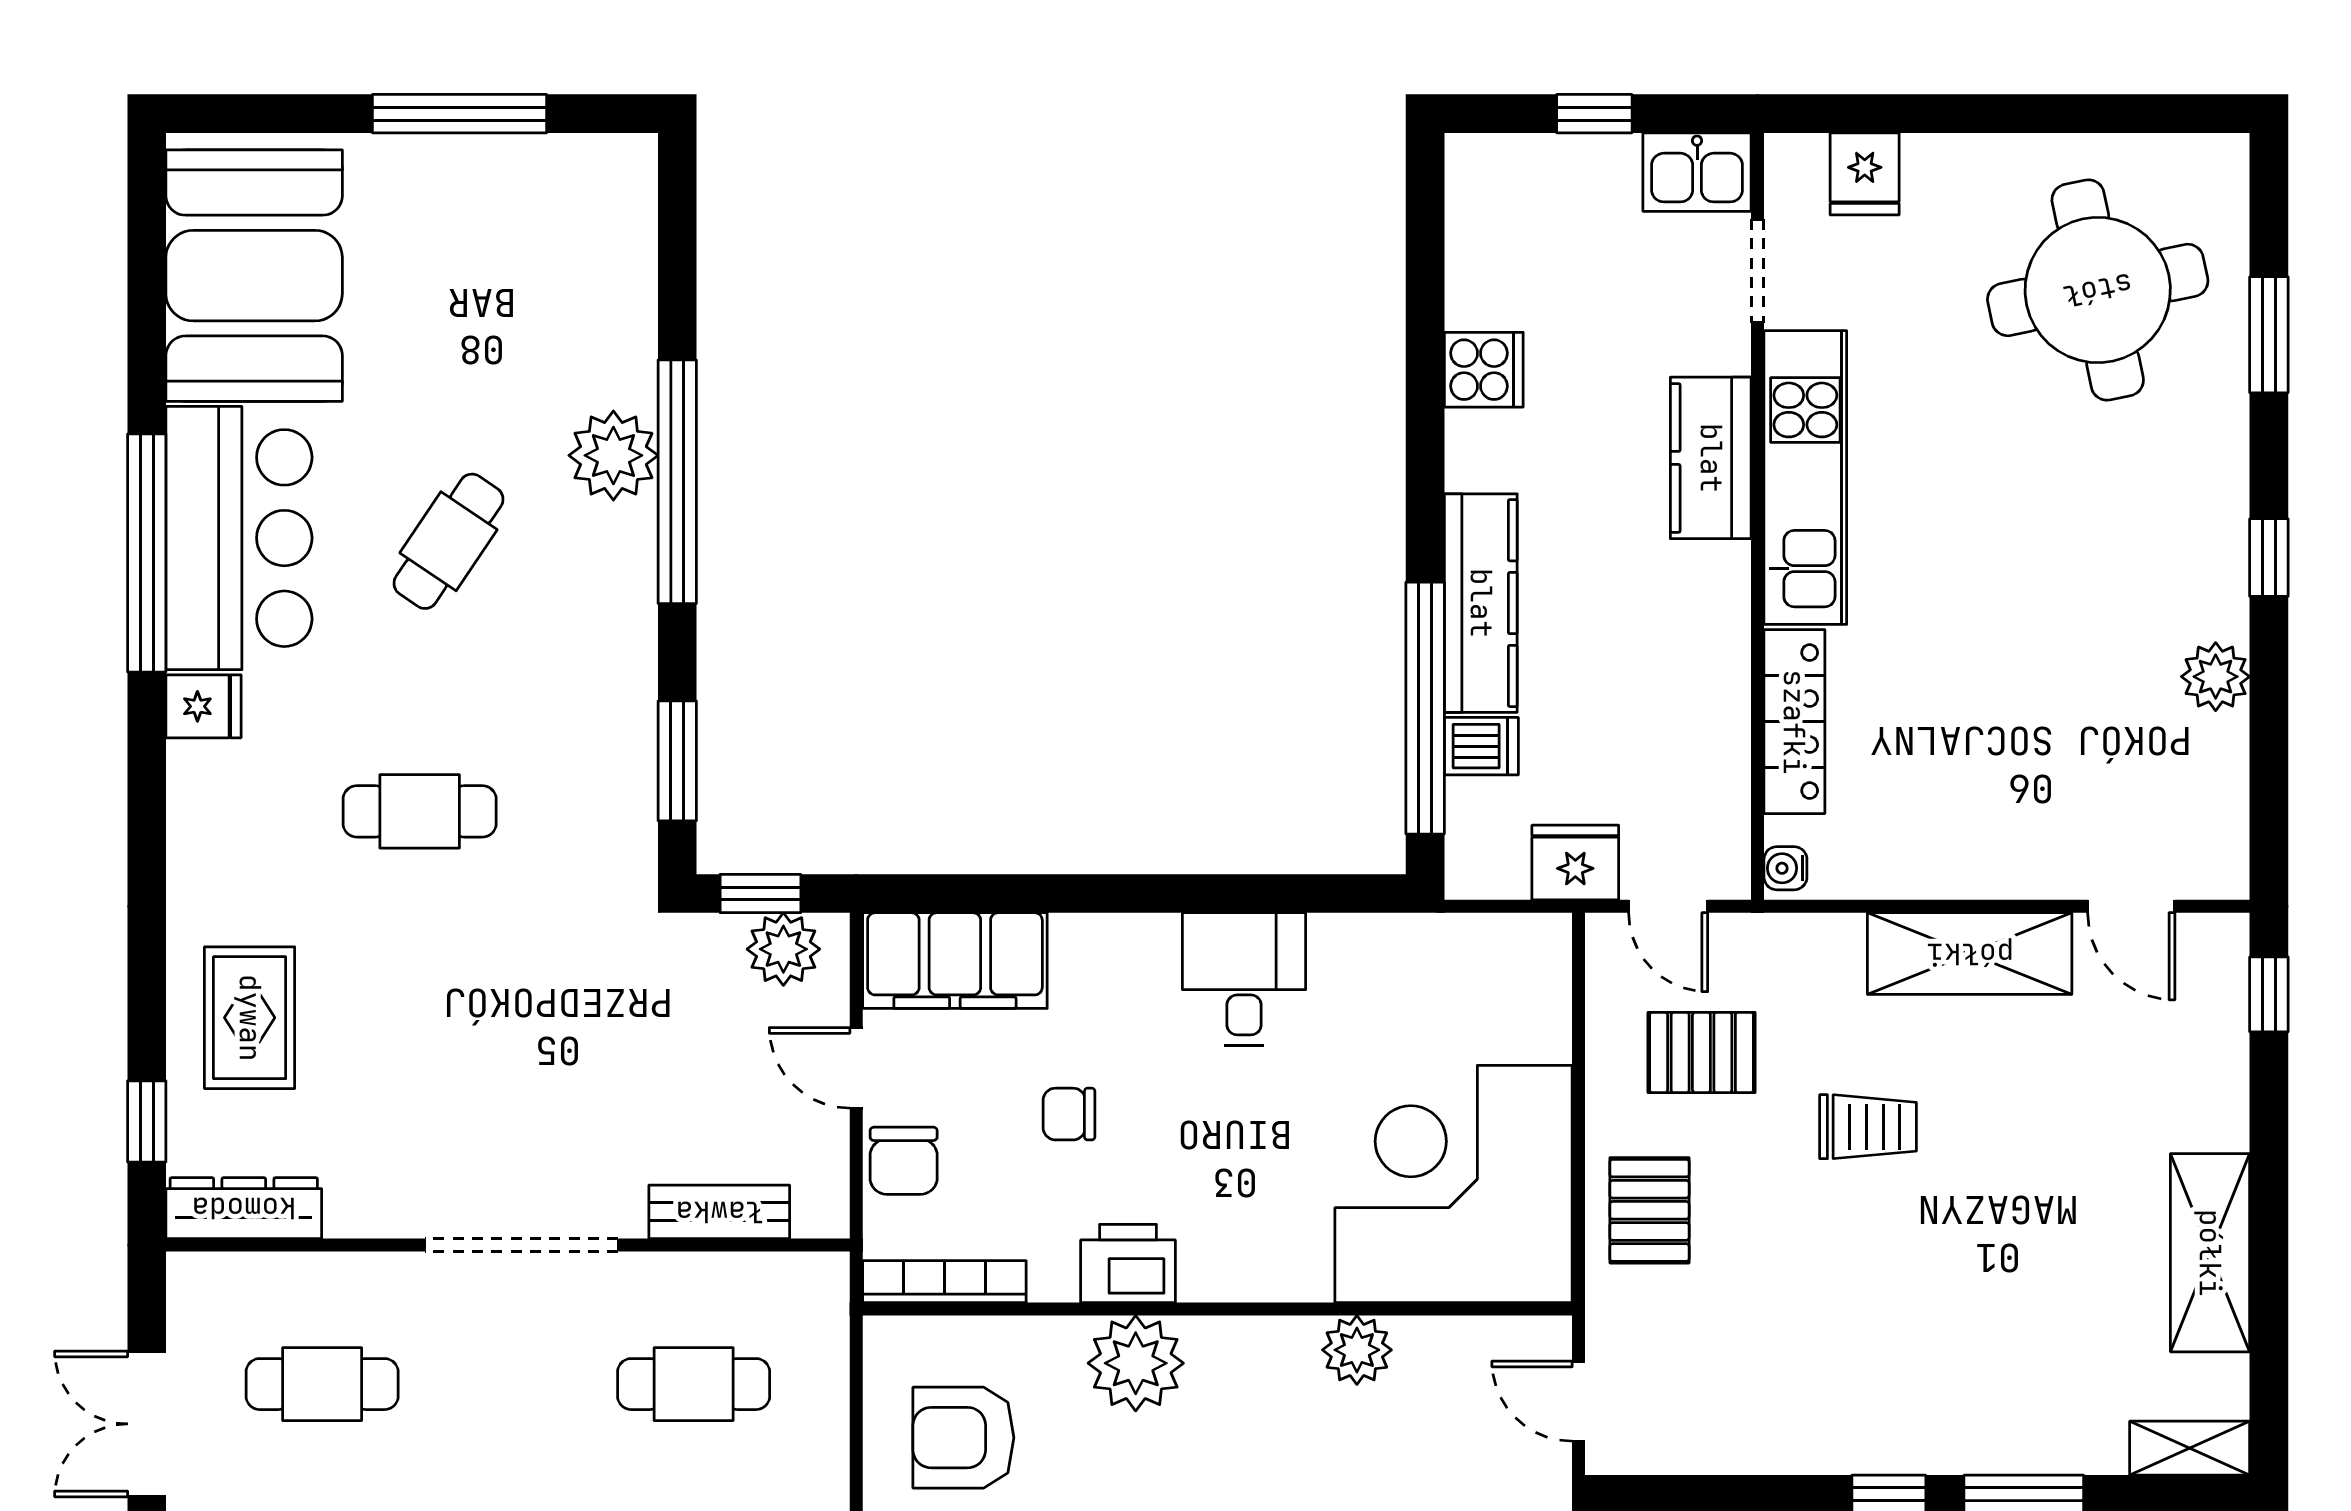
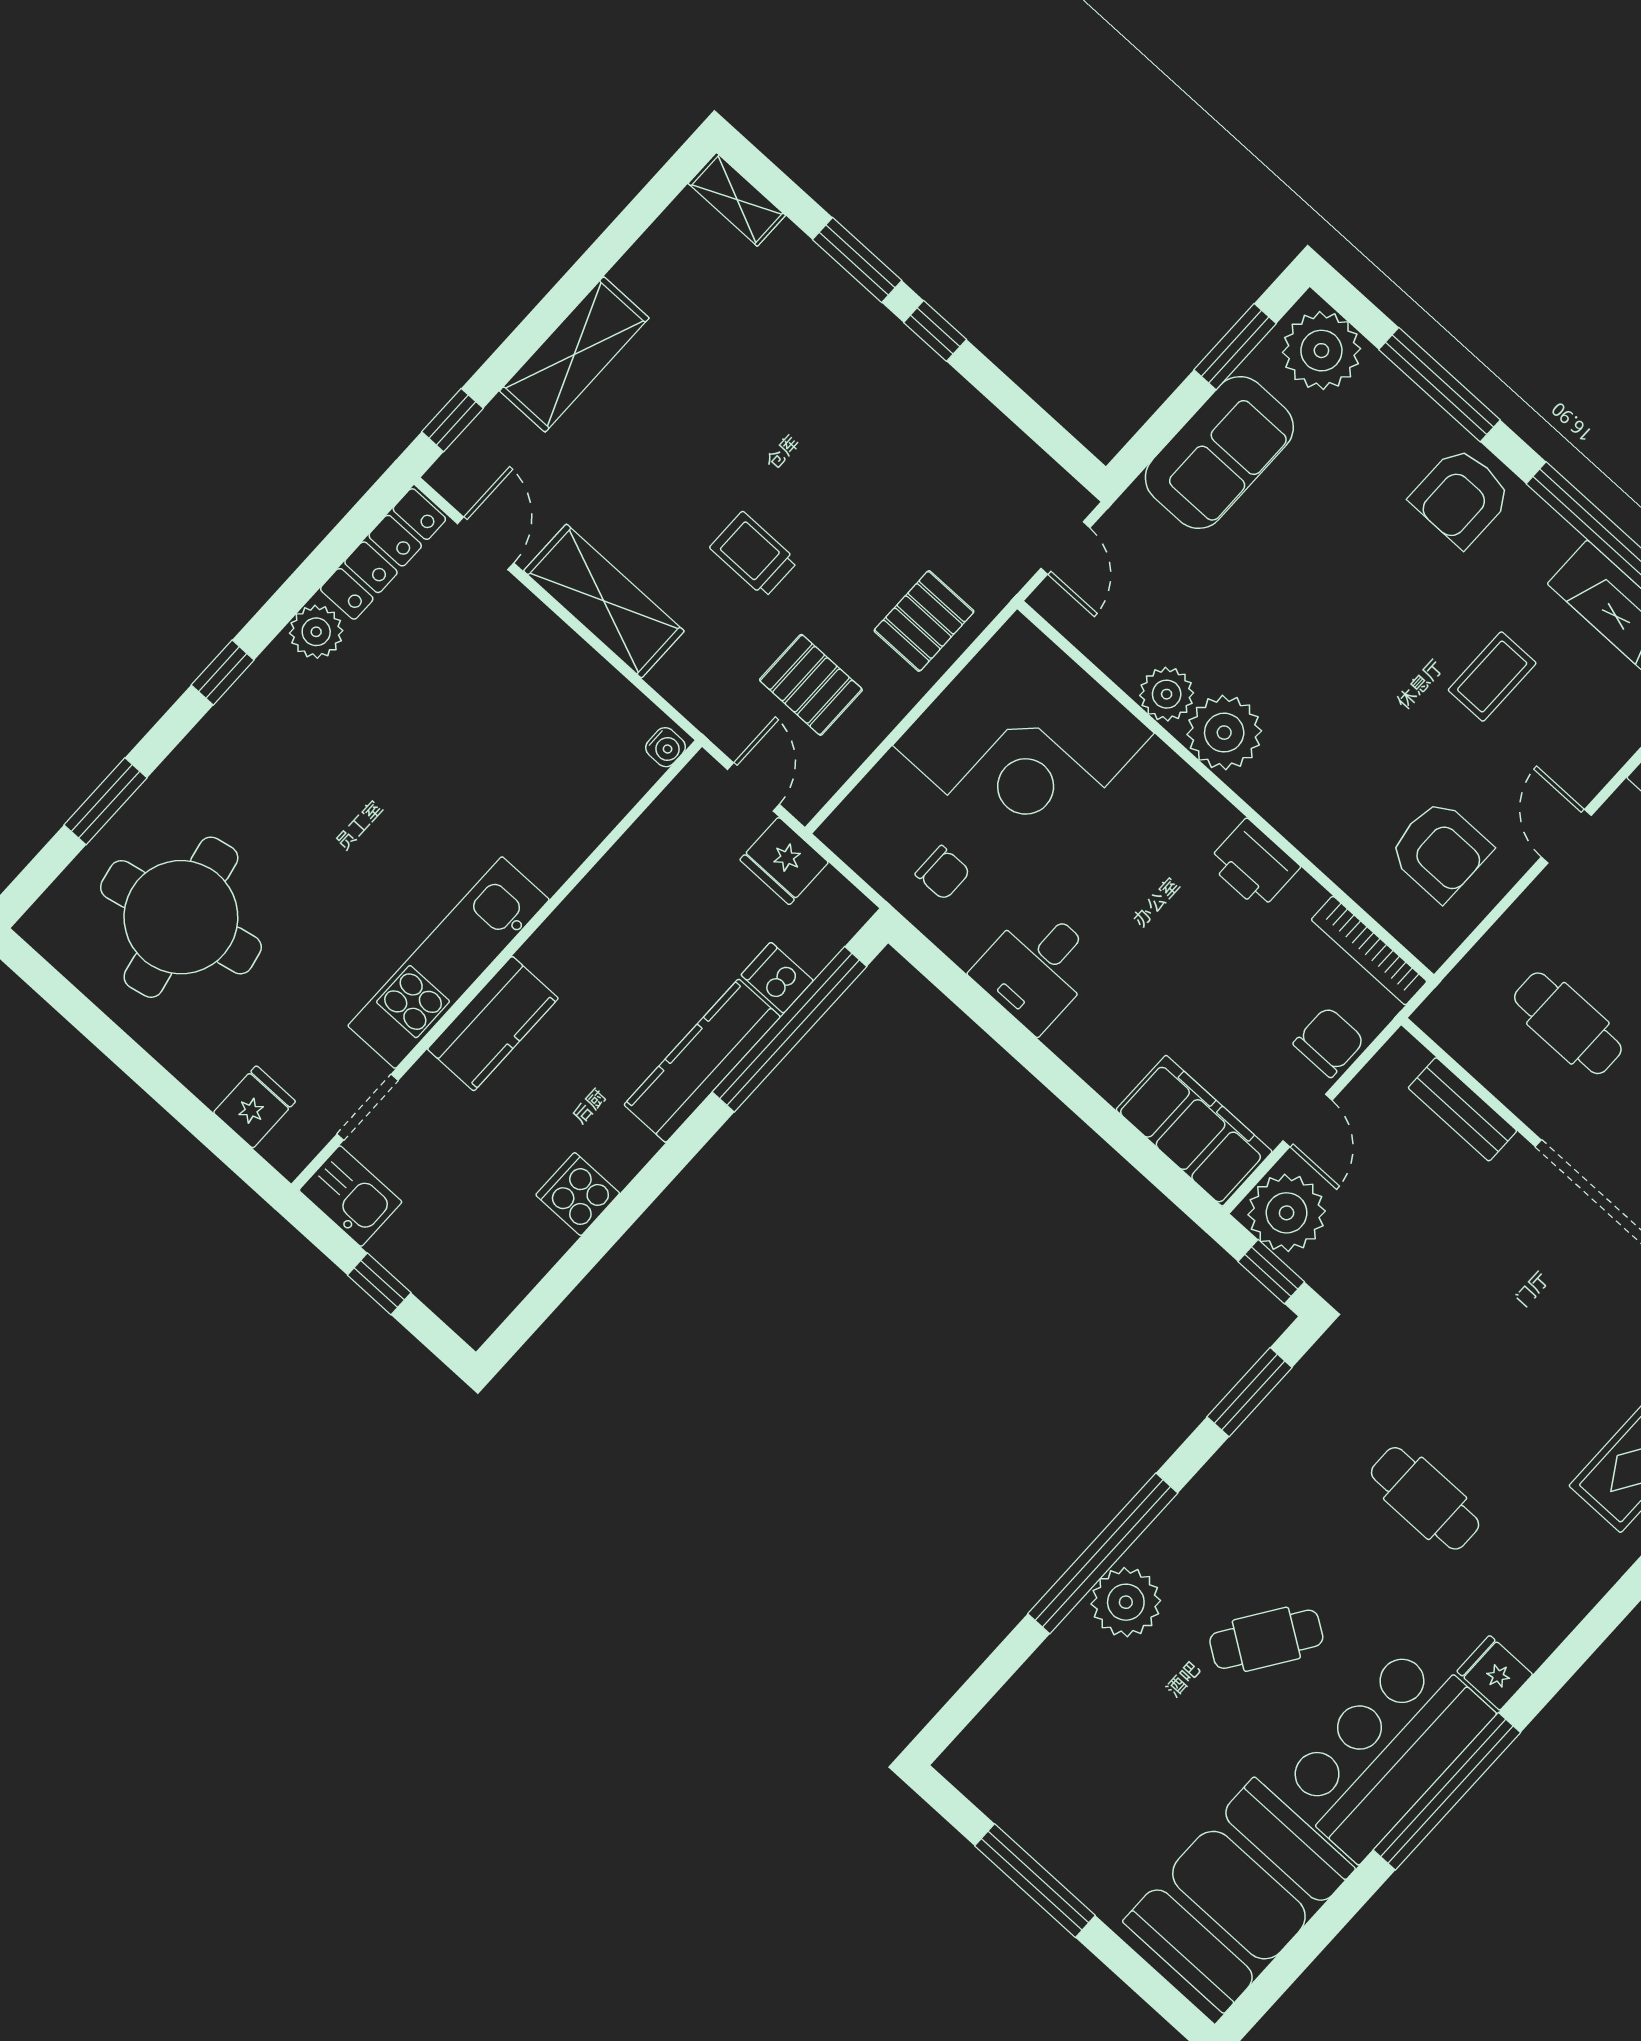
locker: (1794, 722) -> (383, 554), moved, turned 180
plant: (783, 949) -> (1287, 1213), width x1.36, depth x1.36
chair: (1069, 1114) -> (943, 873), moved
shelving: (2210, 1253) -> (574, 354), moved
plant: (1136, 1363) -> (1224, 733), moved

